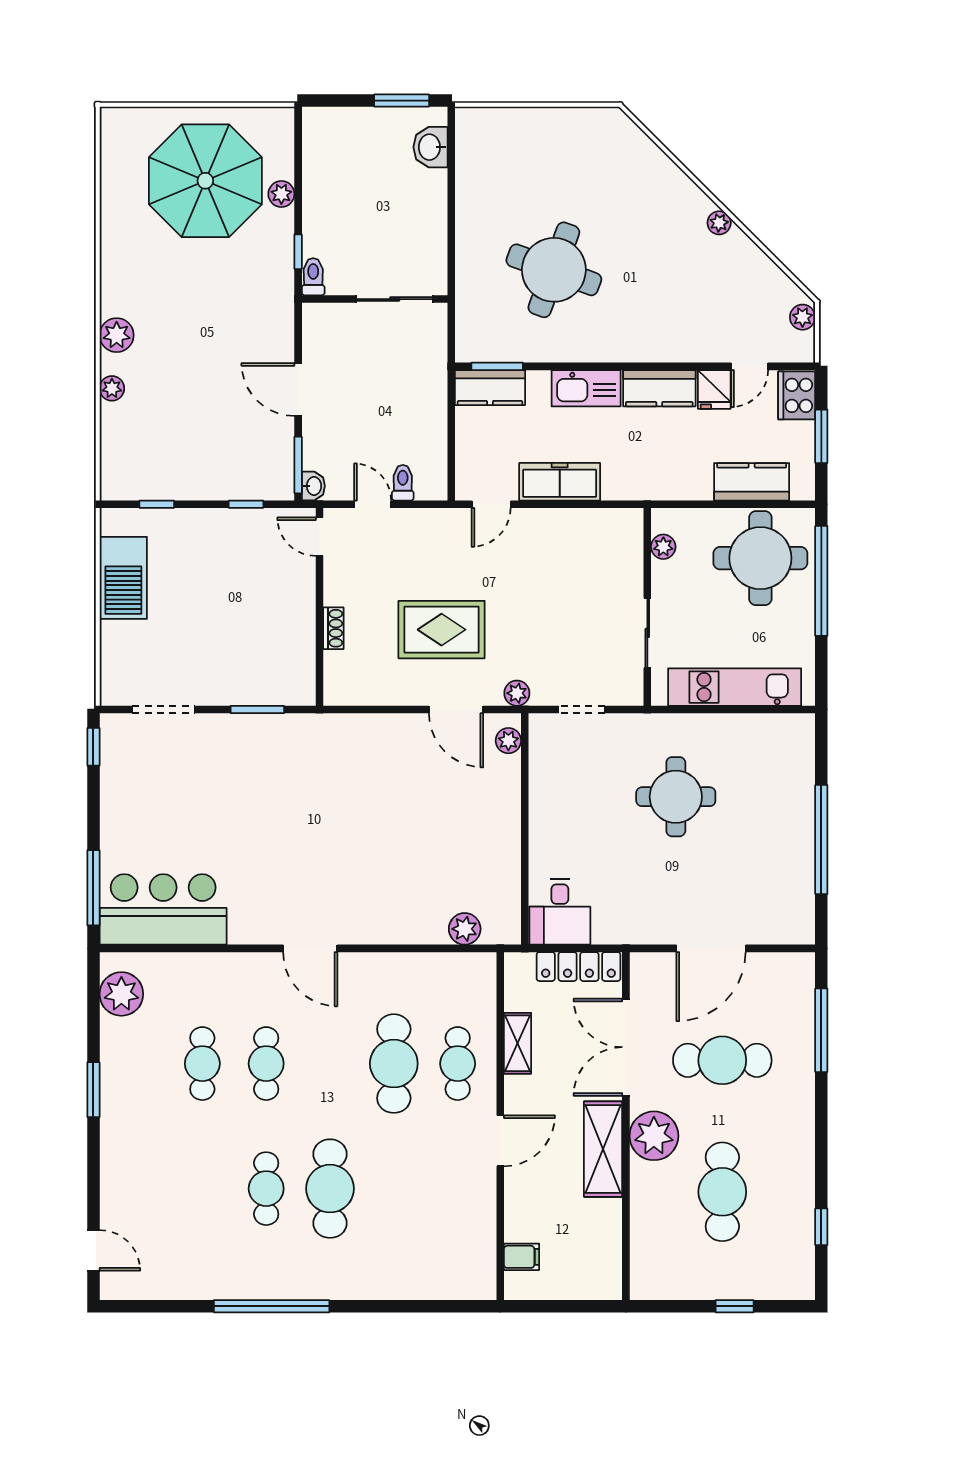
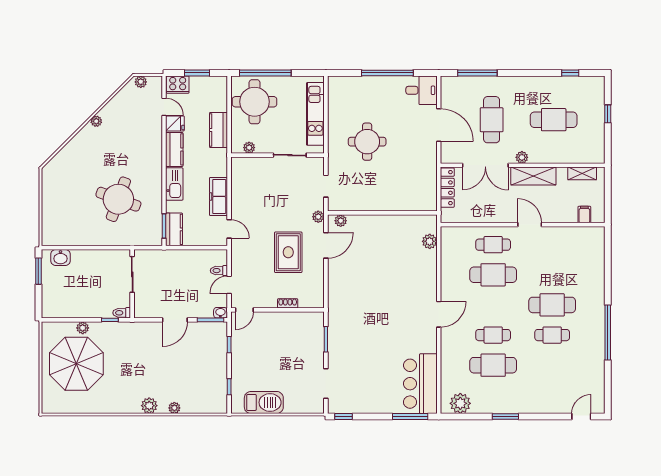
kitchen counter: (752, 482) -> (218, 130), moved
desk: (560, 912) -> (422, 90), moved
shelving: (518, 1043) -> (582, 173), moved
cafe table: (202, 1064) -> (493, 365), width x1.37, depth x1.35
plant: (654, 1136) -> (522, 157), width x0.53, depth x0.53

